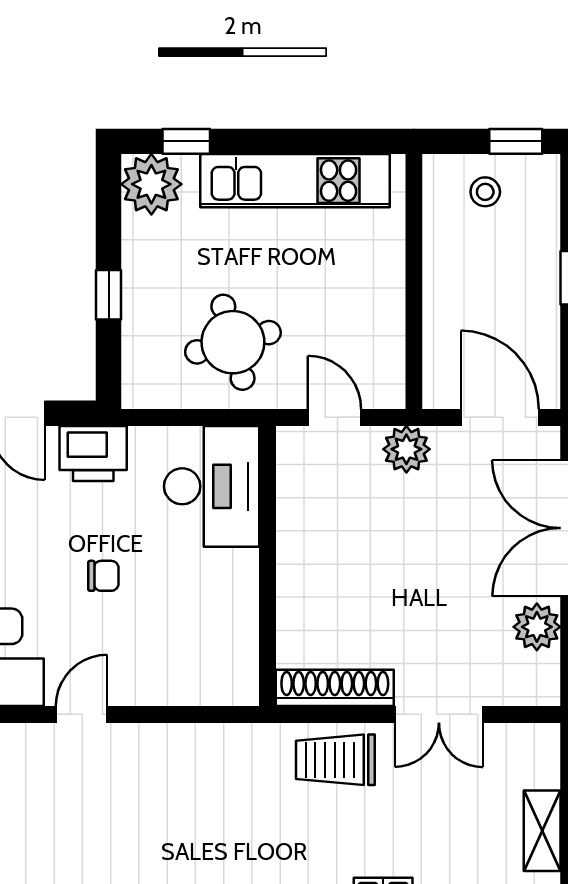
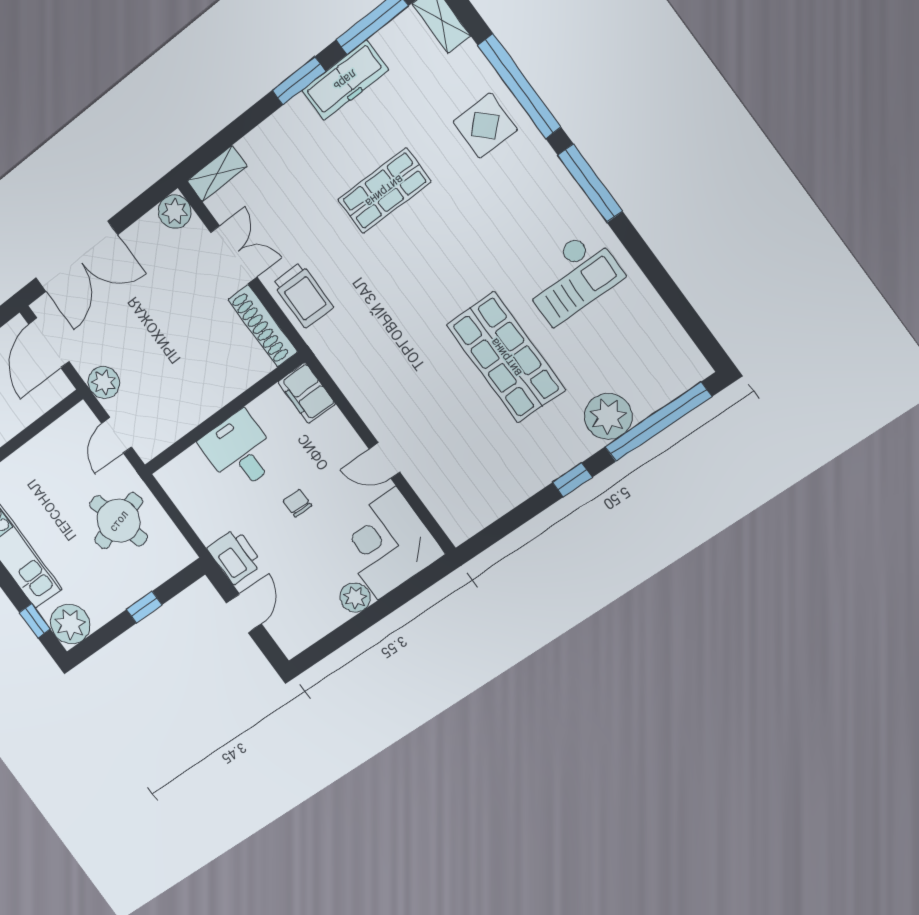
desk: (212, 486) -> (240, 451), moved, width x0.73
plant: (537, 627) -> (175, 212), moved
filing cabinet: (223, 682) -> (307, 393), added
shelving: (542, 831) -> (217, 174), moved

